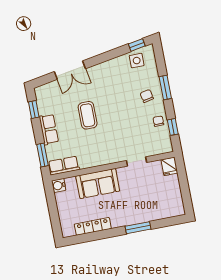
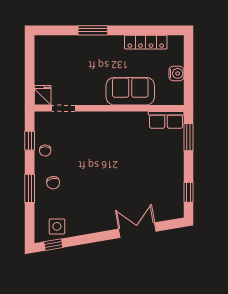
coffee table: (88, 115) -> (127, 173), removed
row of seats: (49, 129) -> (175, 166), removed
doorway: (136, 161) -> (64, 108), moved
water cooler: (59, 185) -> (176, 73), moved

